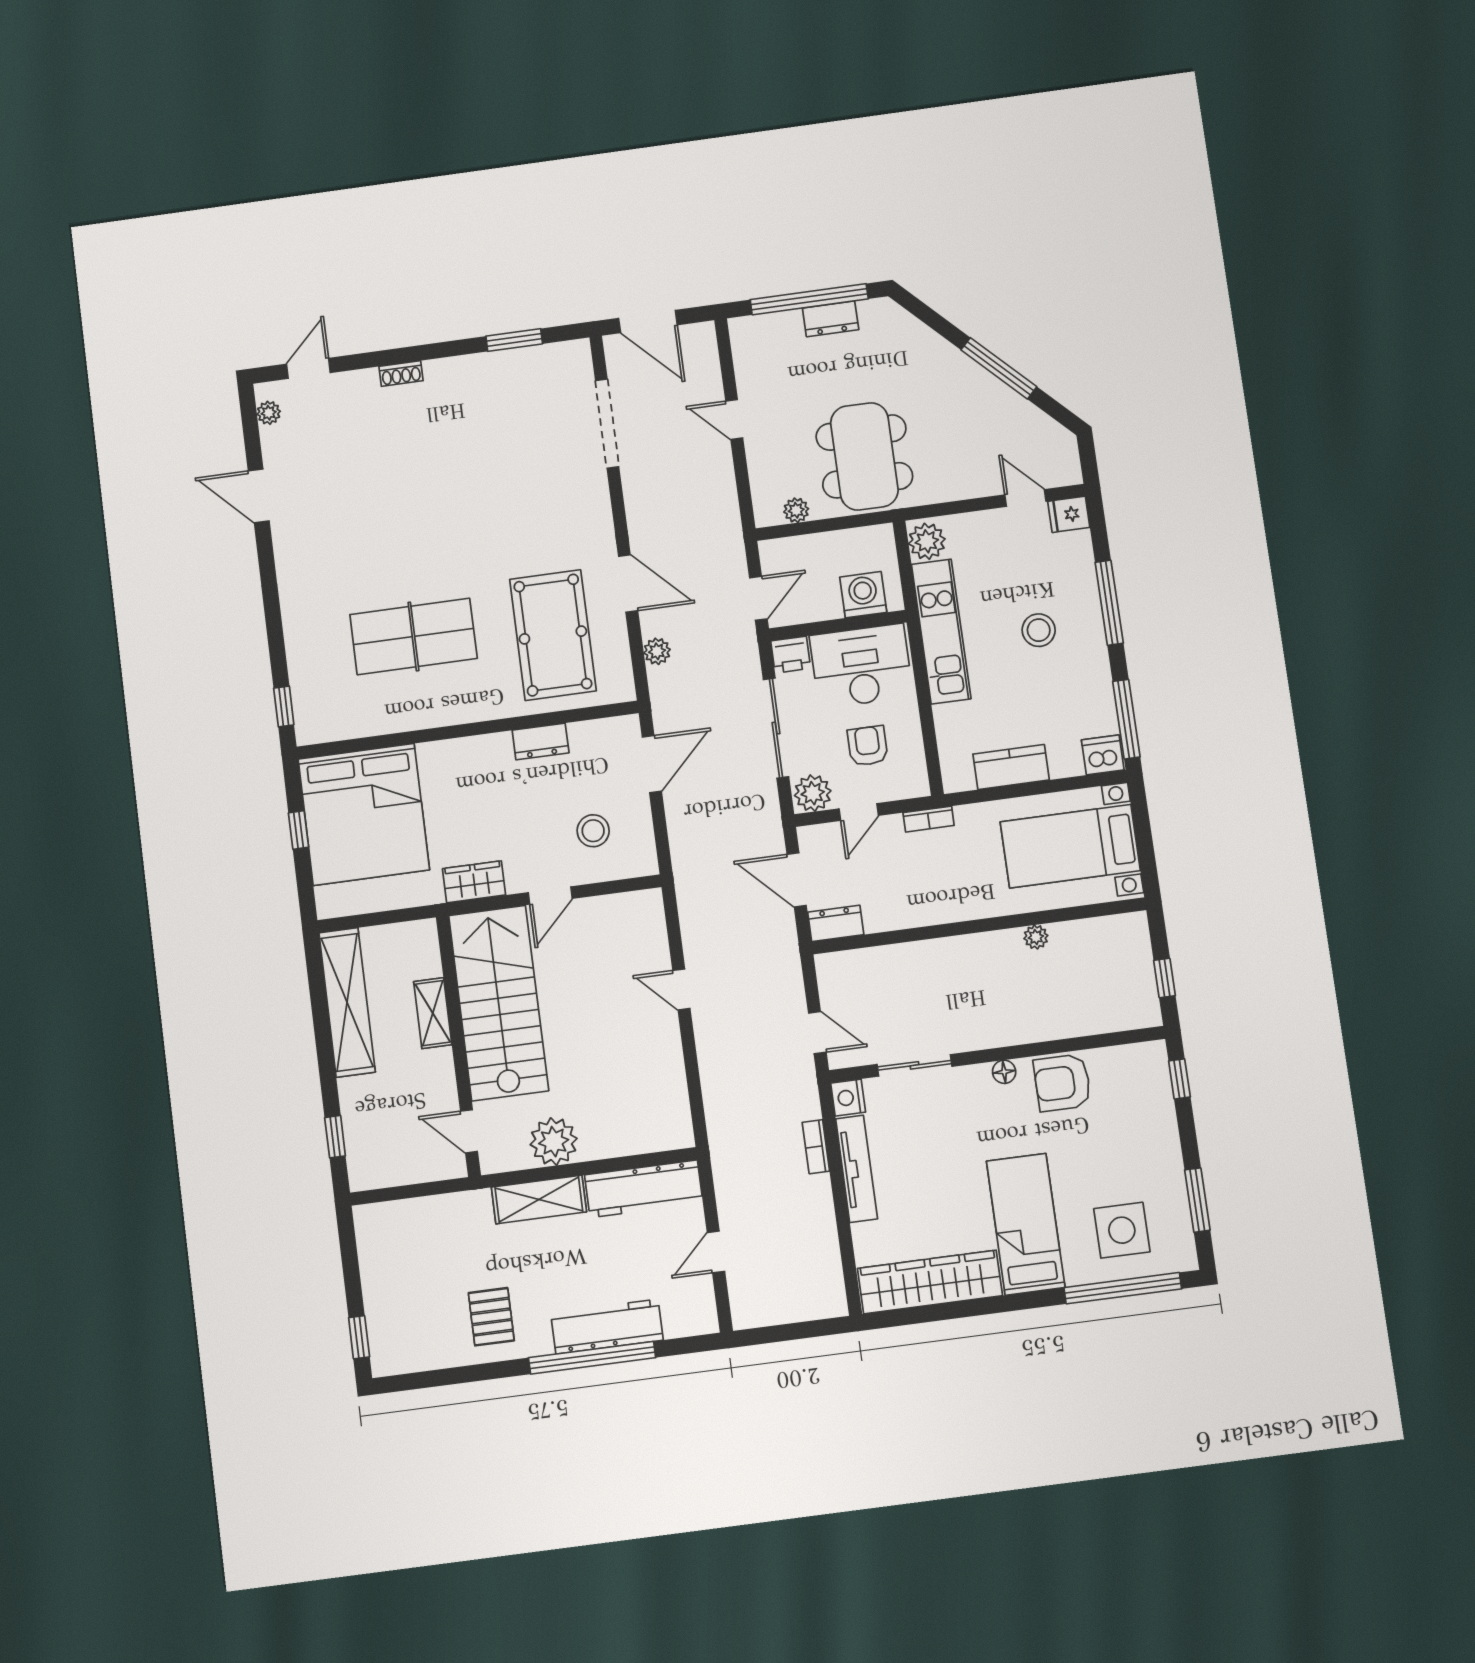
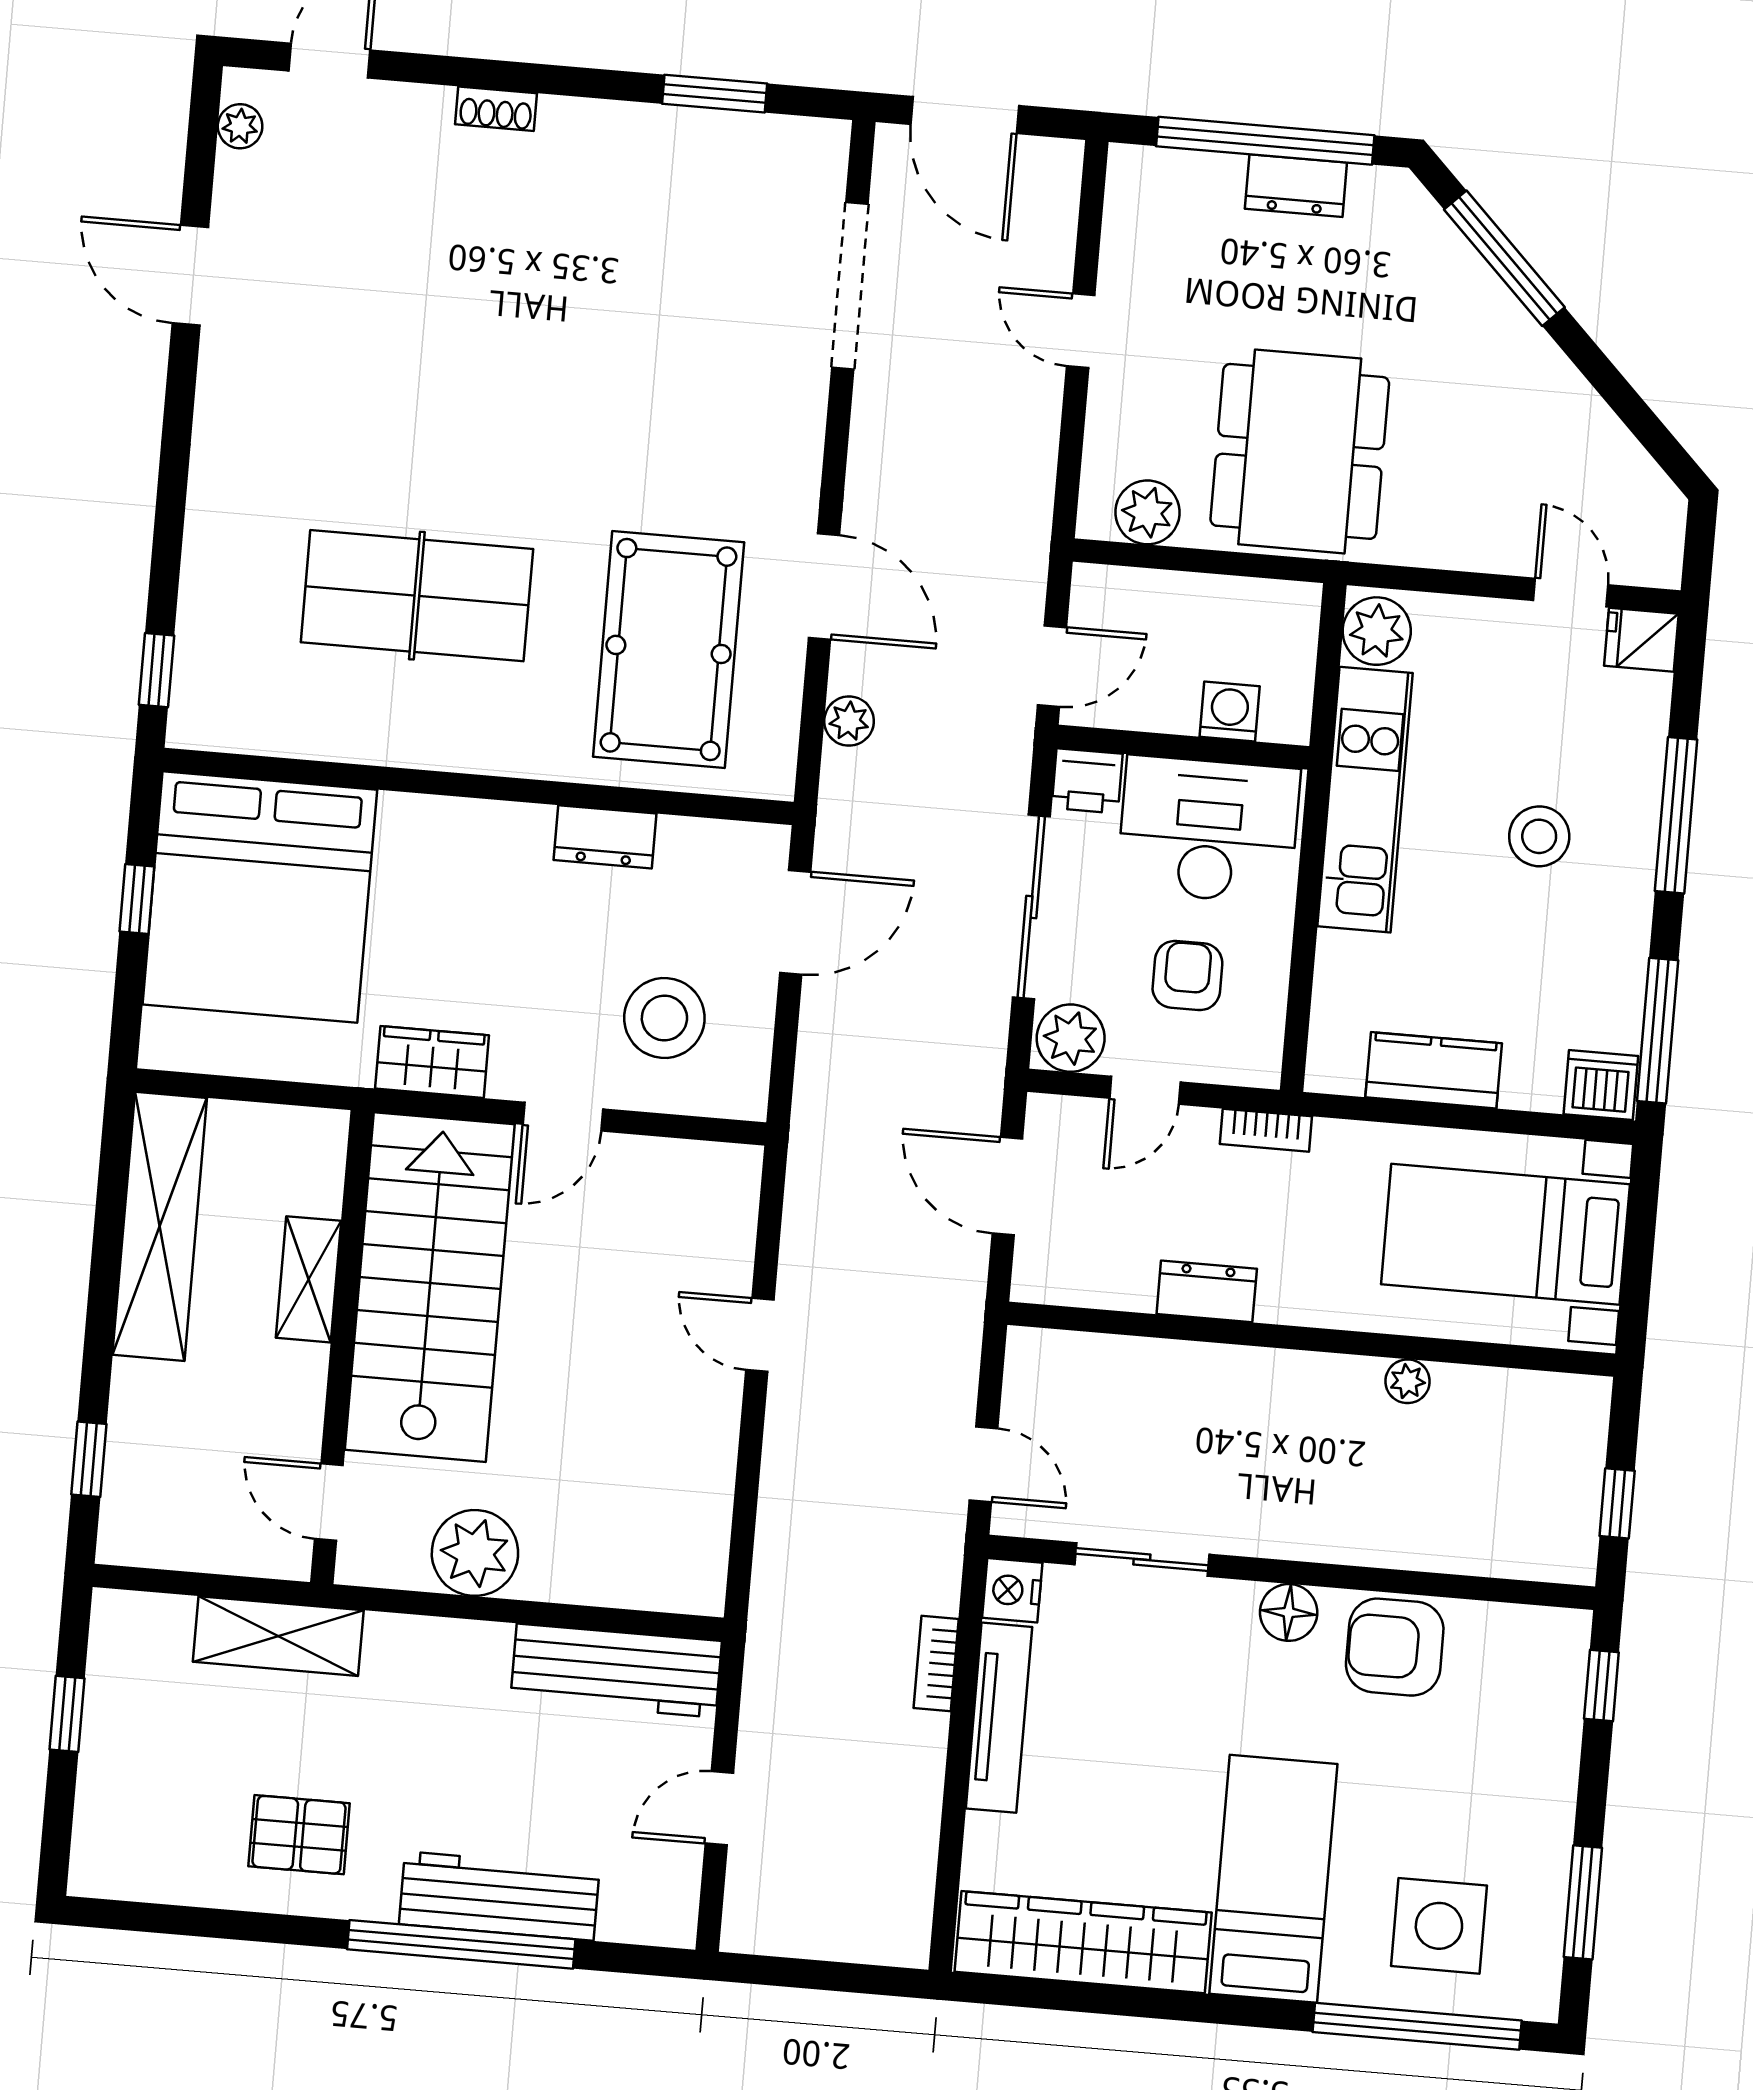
window: (999, 368) -> (1504, 258), moved
plant: (796, 510) -> (1147, 512), width x1.38, depth x1.38
washing machine: (863, 595) -> (1230, 711), width x0.73, depth x0.73
stool: (593, 831) -> (664, 1018), width x1.38, depth x1.38
dresser: (836, 923) -> (1207, 1291), moved
floor lamp: (1004, 1072) -> (1289, 1612), width x1.37, depth x1.37
shelving: (539, 1200) -> (278, 1636), moved
pallet: (491, 1317) -> (299, 1835), turned 90
window: (359, 1337) -> (67, 1714), moved

